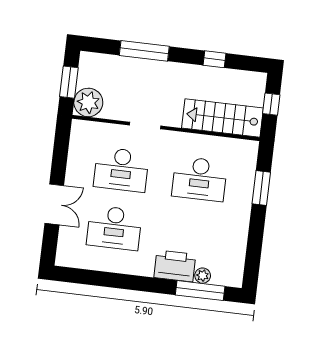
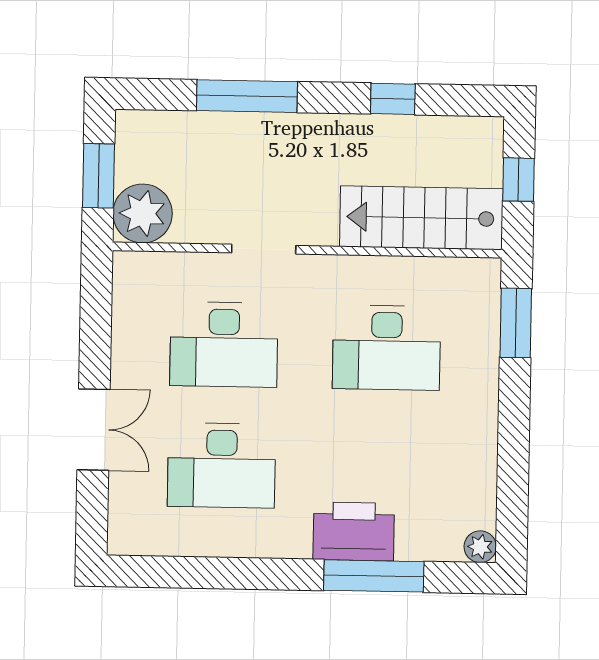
window: (261, 188) -> (516, 323), moved
plant: (203, 276) -> (480, 547), moved
window: (200, 291) -> (374, 576), moved

